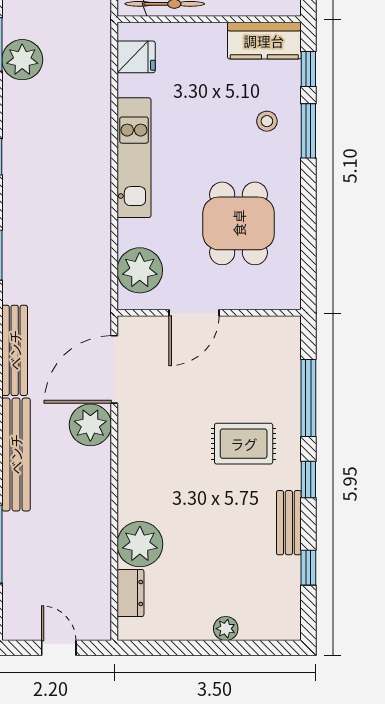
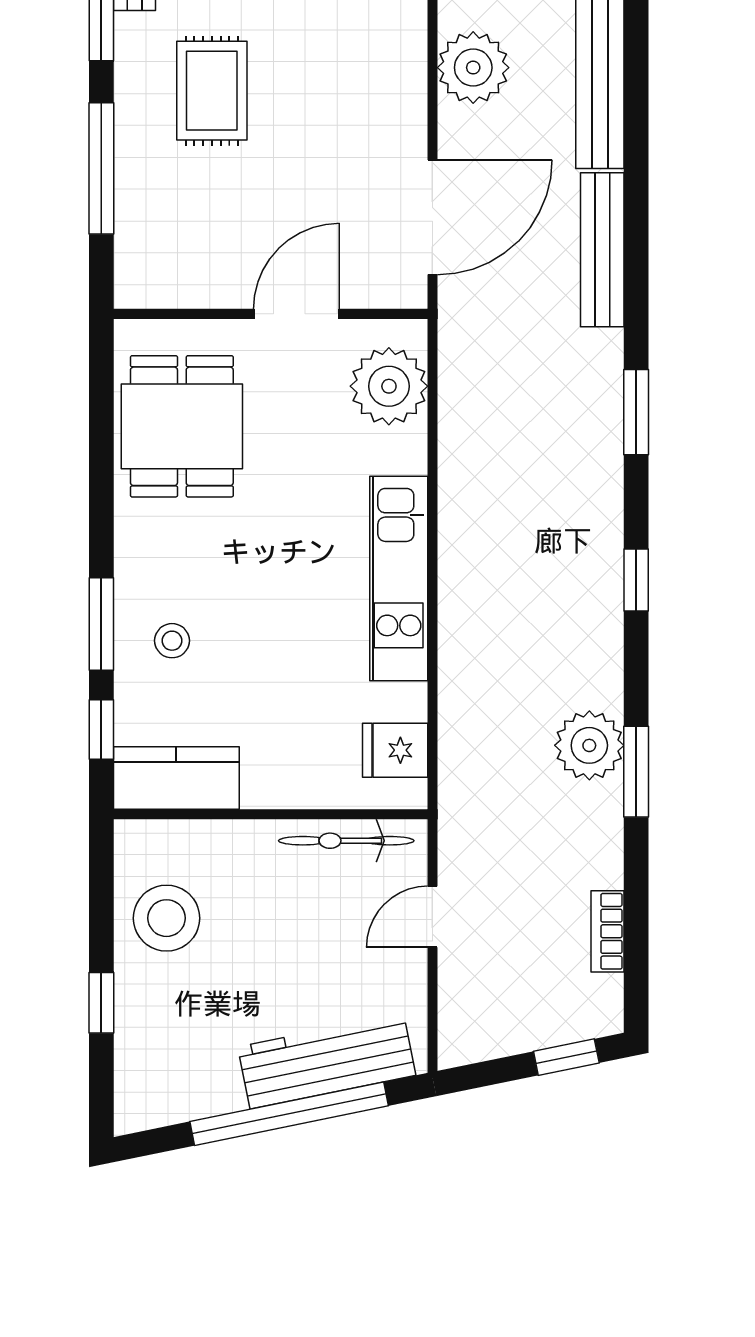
dining table: (239, 223) -> (182, 426), moved
plant: (90, 425) -> (473, 68), moved
rug: (244, 444) -> (212, 91), turned 90

